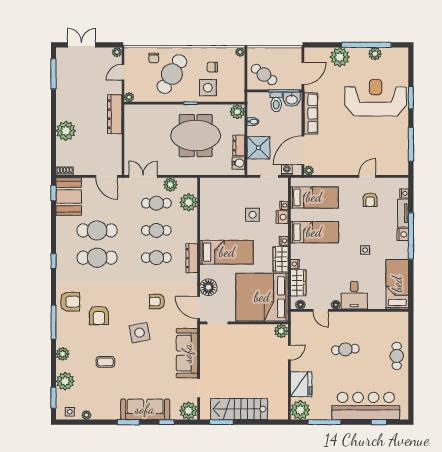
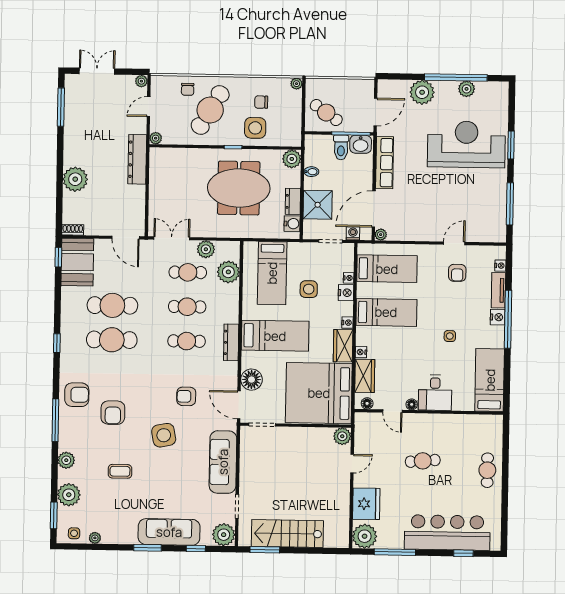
bed: (223, 203) -> (272, 273), added

